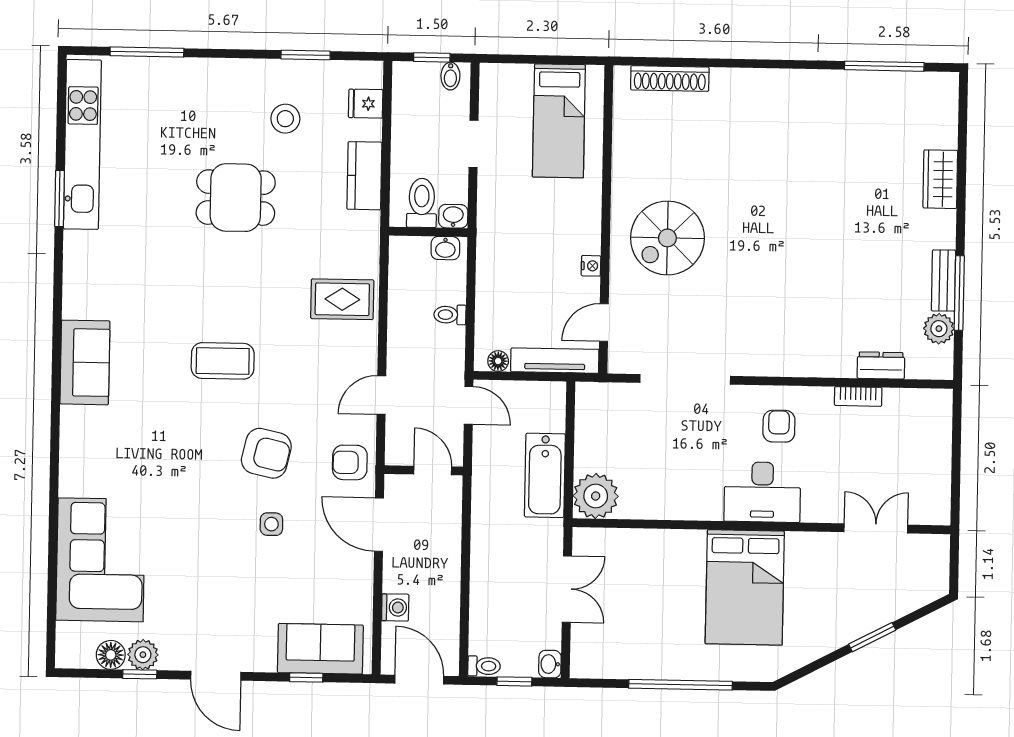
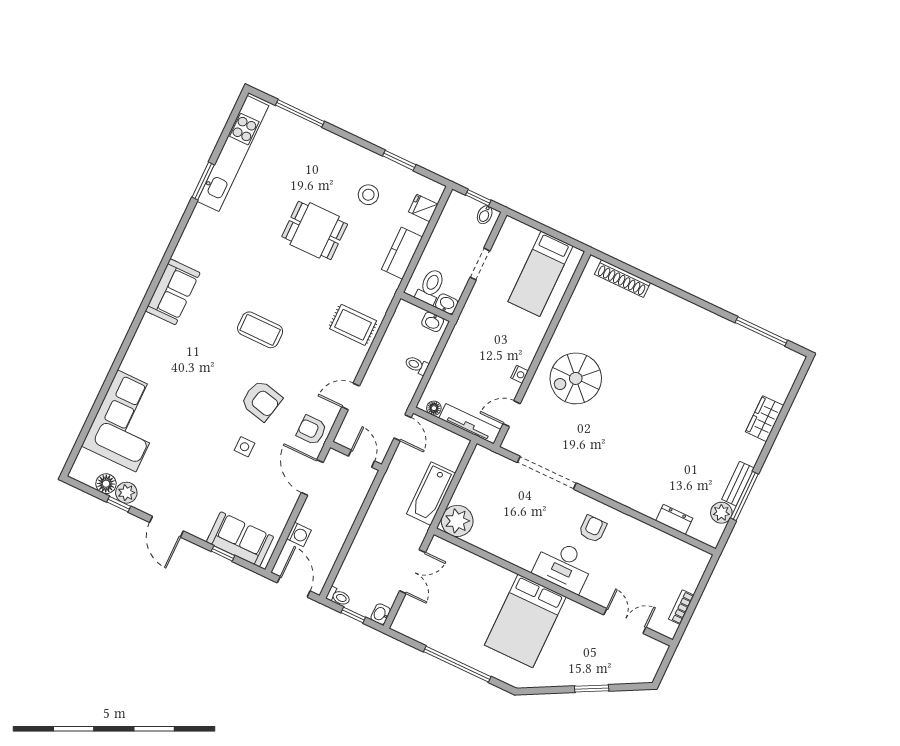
bookcase: (858, 396) -> (681, 607), moved, turned 90

